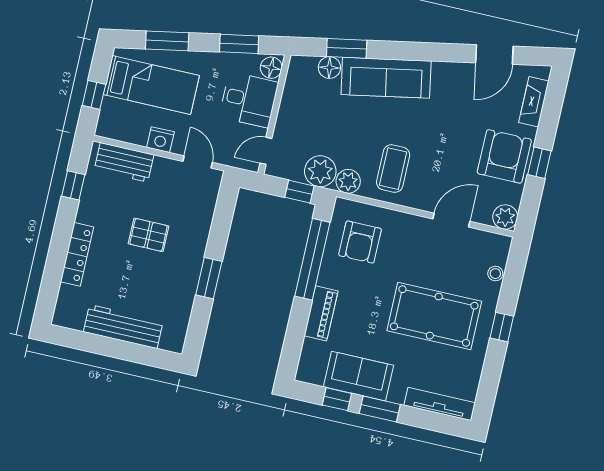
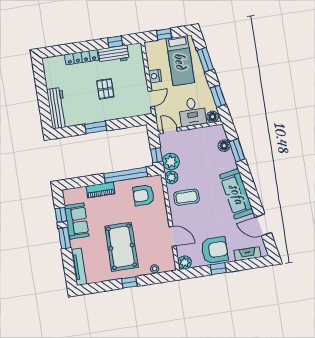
sofa: (386, 78) -> (237, 194), moved
workbench: (124, 162) -> (113, 54), moved, turned -90
workbench: (123, 327) -> (57, 108), moved

